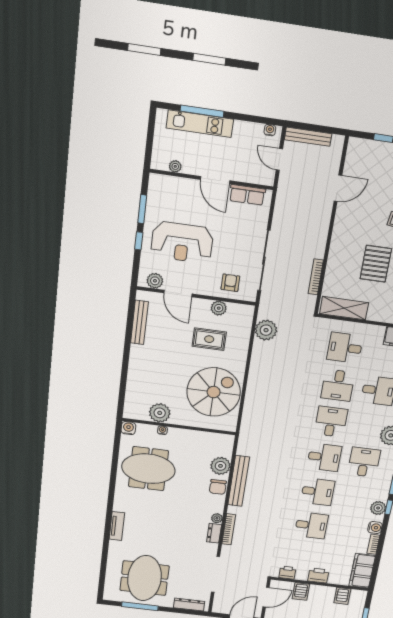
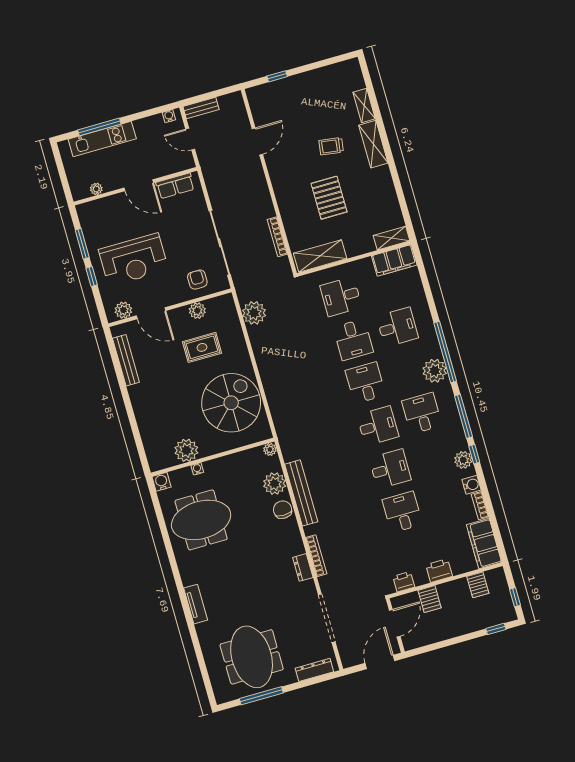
bench: (308, 137) -> (201, 108), width x0.73
chair: (218, 487) -> (283, 510), turned 180
plant: (217, 518) -> (270, 449), moved
desk: (311, 525) -> (402, 512), turned -90

